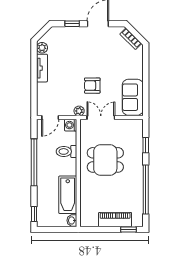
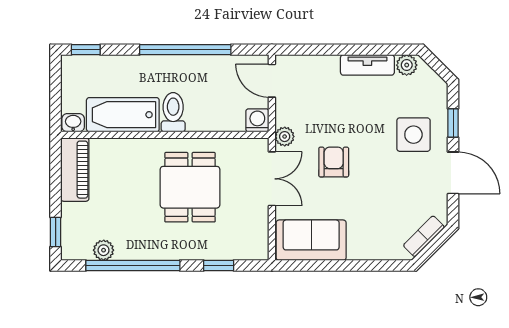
side table: (78, 44) -> (413, 135), added
toilet: (66, 151) -> (173, 112), moved
plant: (138, 205) -> (104, 250), added
piano: (115, 220) -> (75, 170), moved

